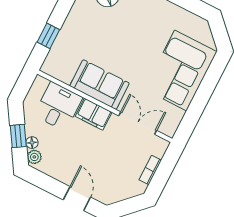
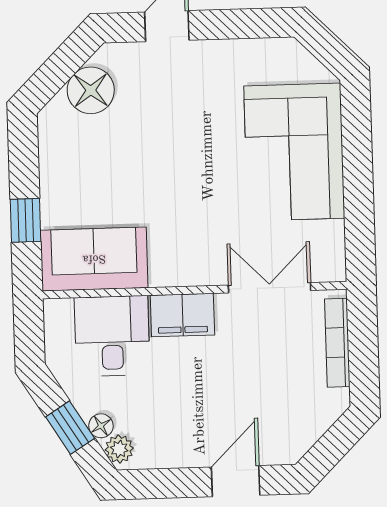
sofa: (99, 85) -> (94, 259), moved
bookcase: (150, 170) -> (337, 343), width x1.56
door: (77, 199) -> (236, 481), hinge flipped

